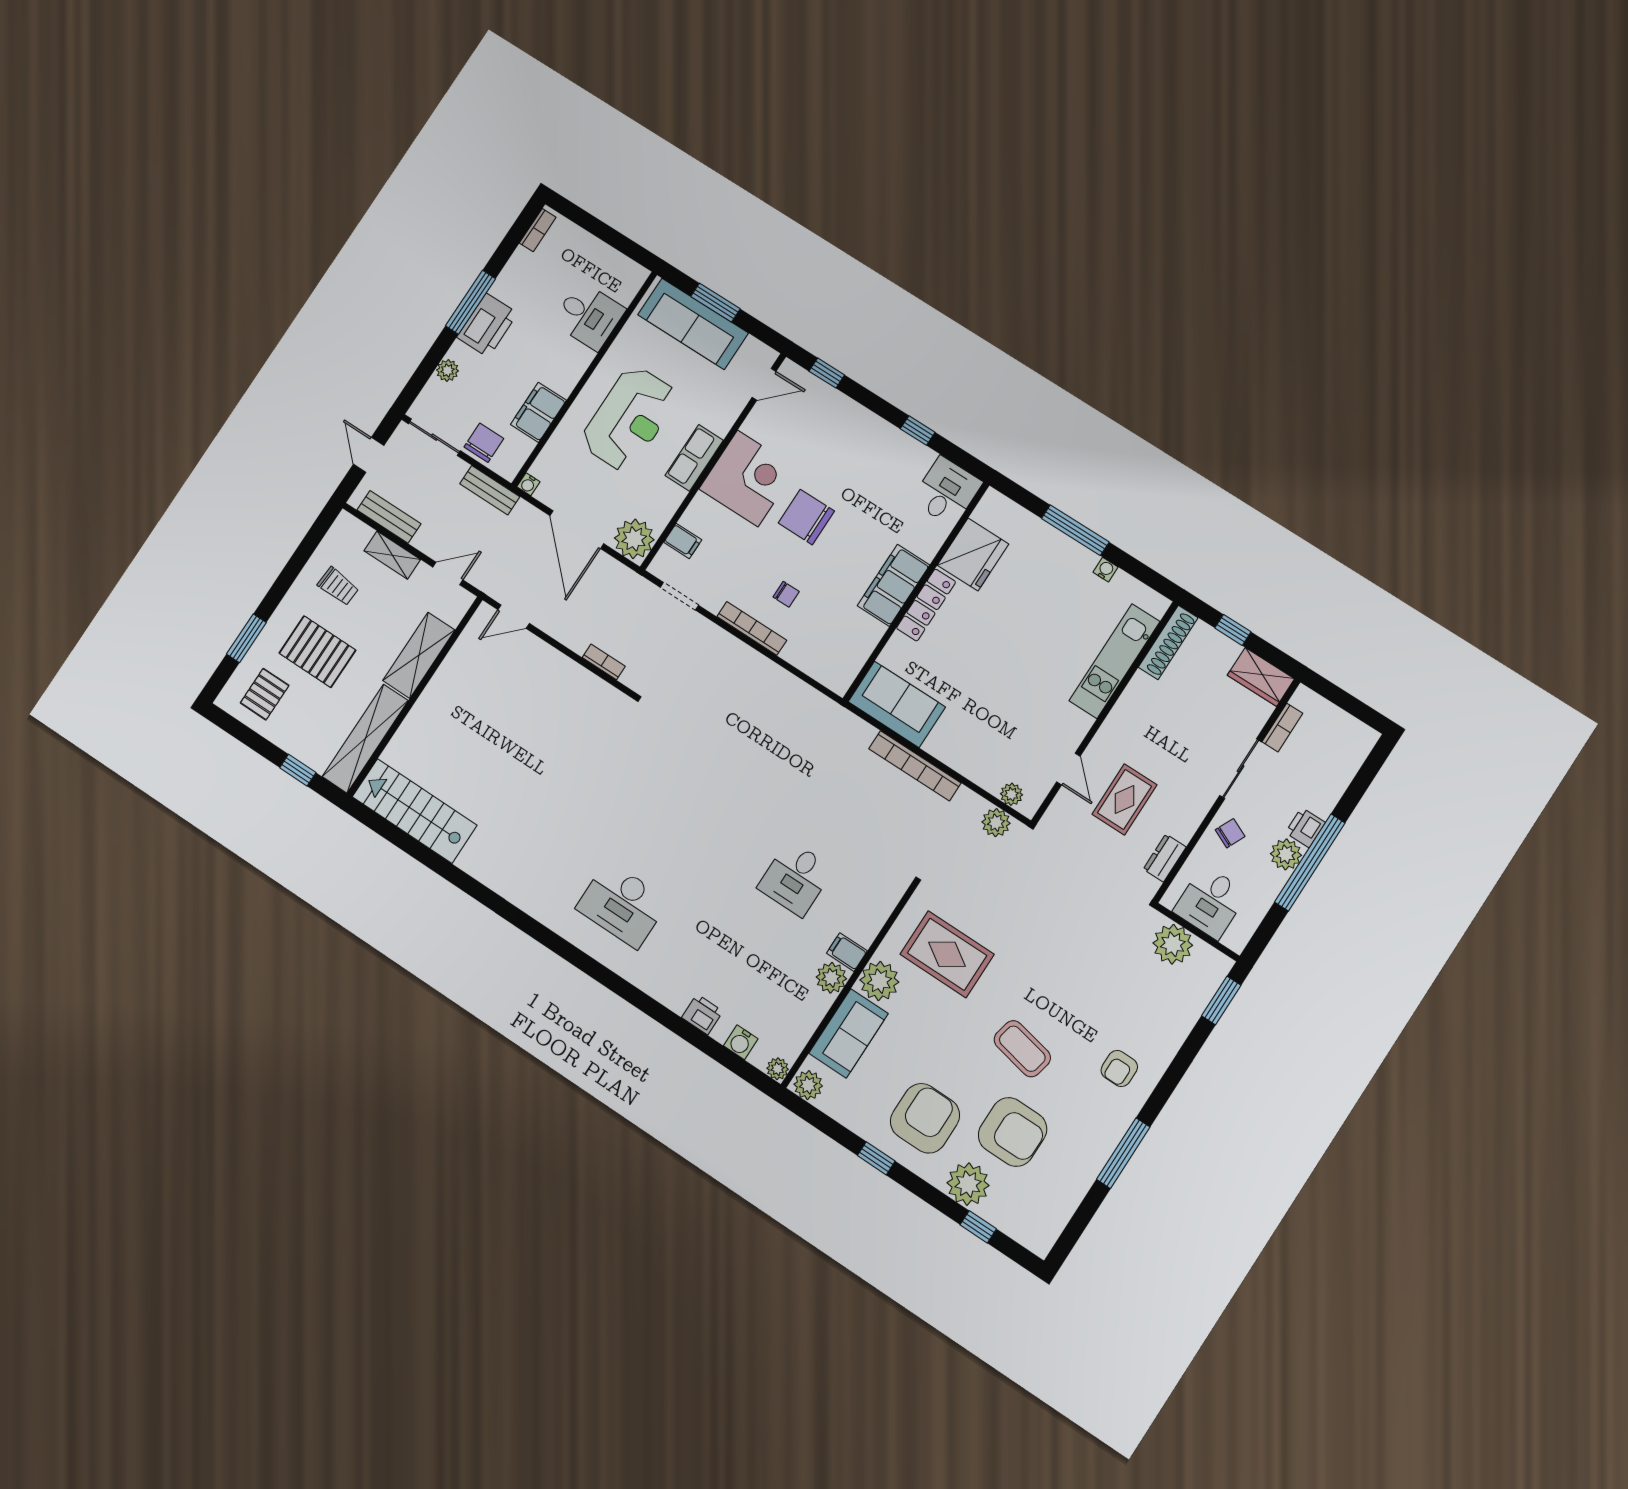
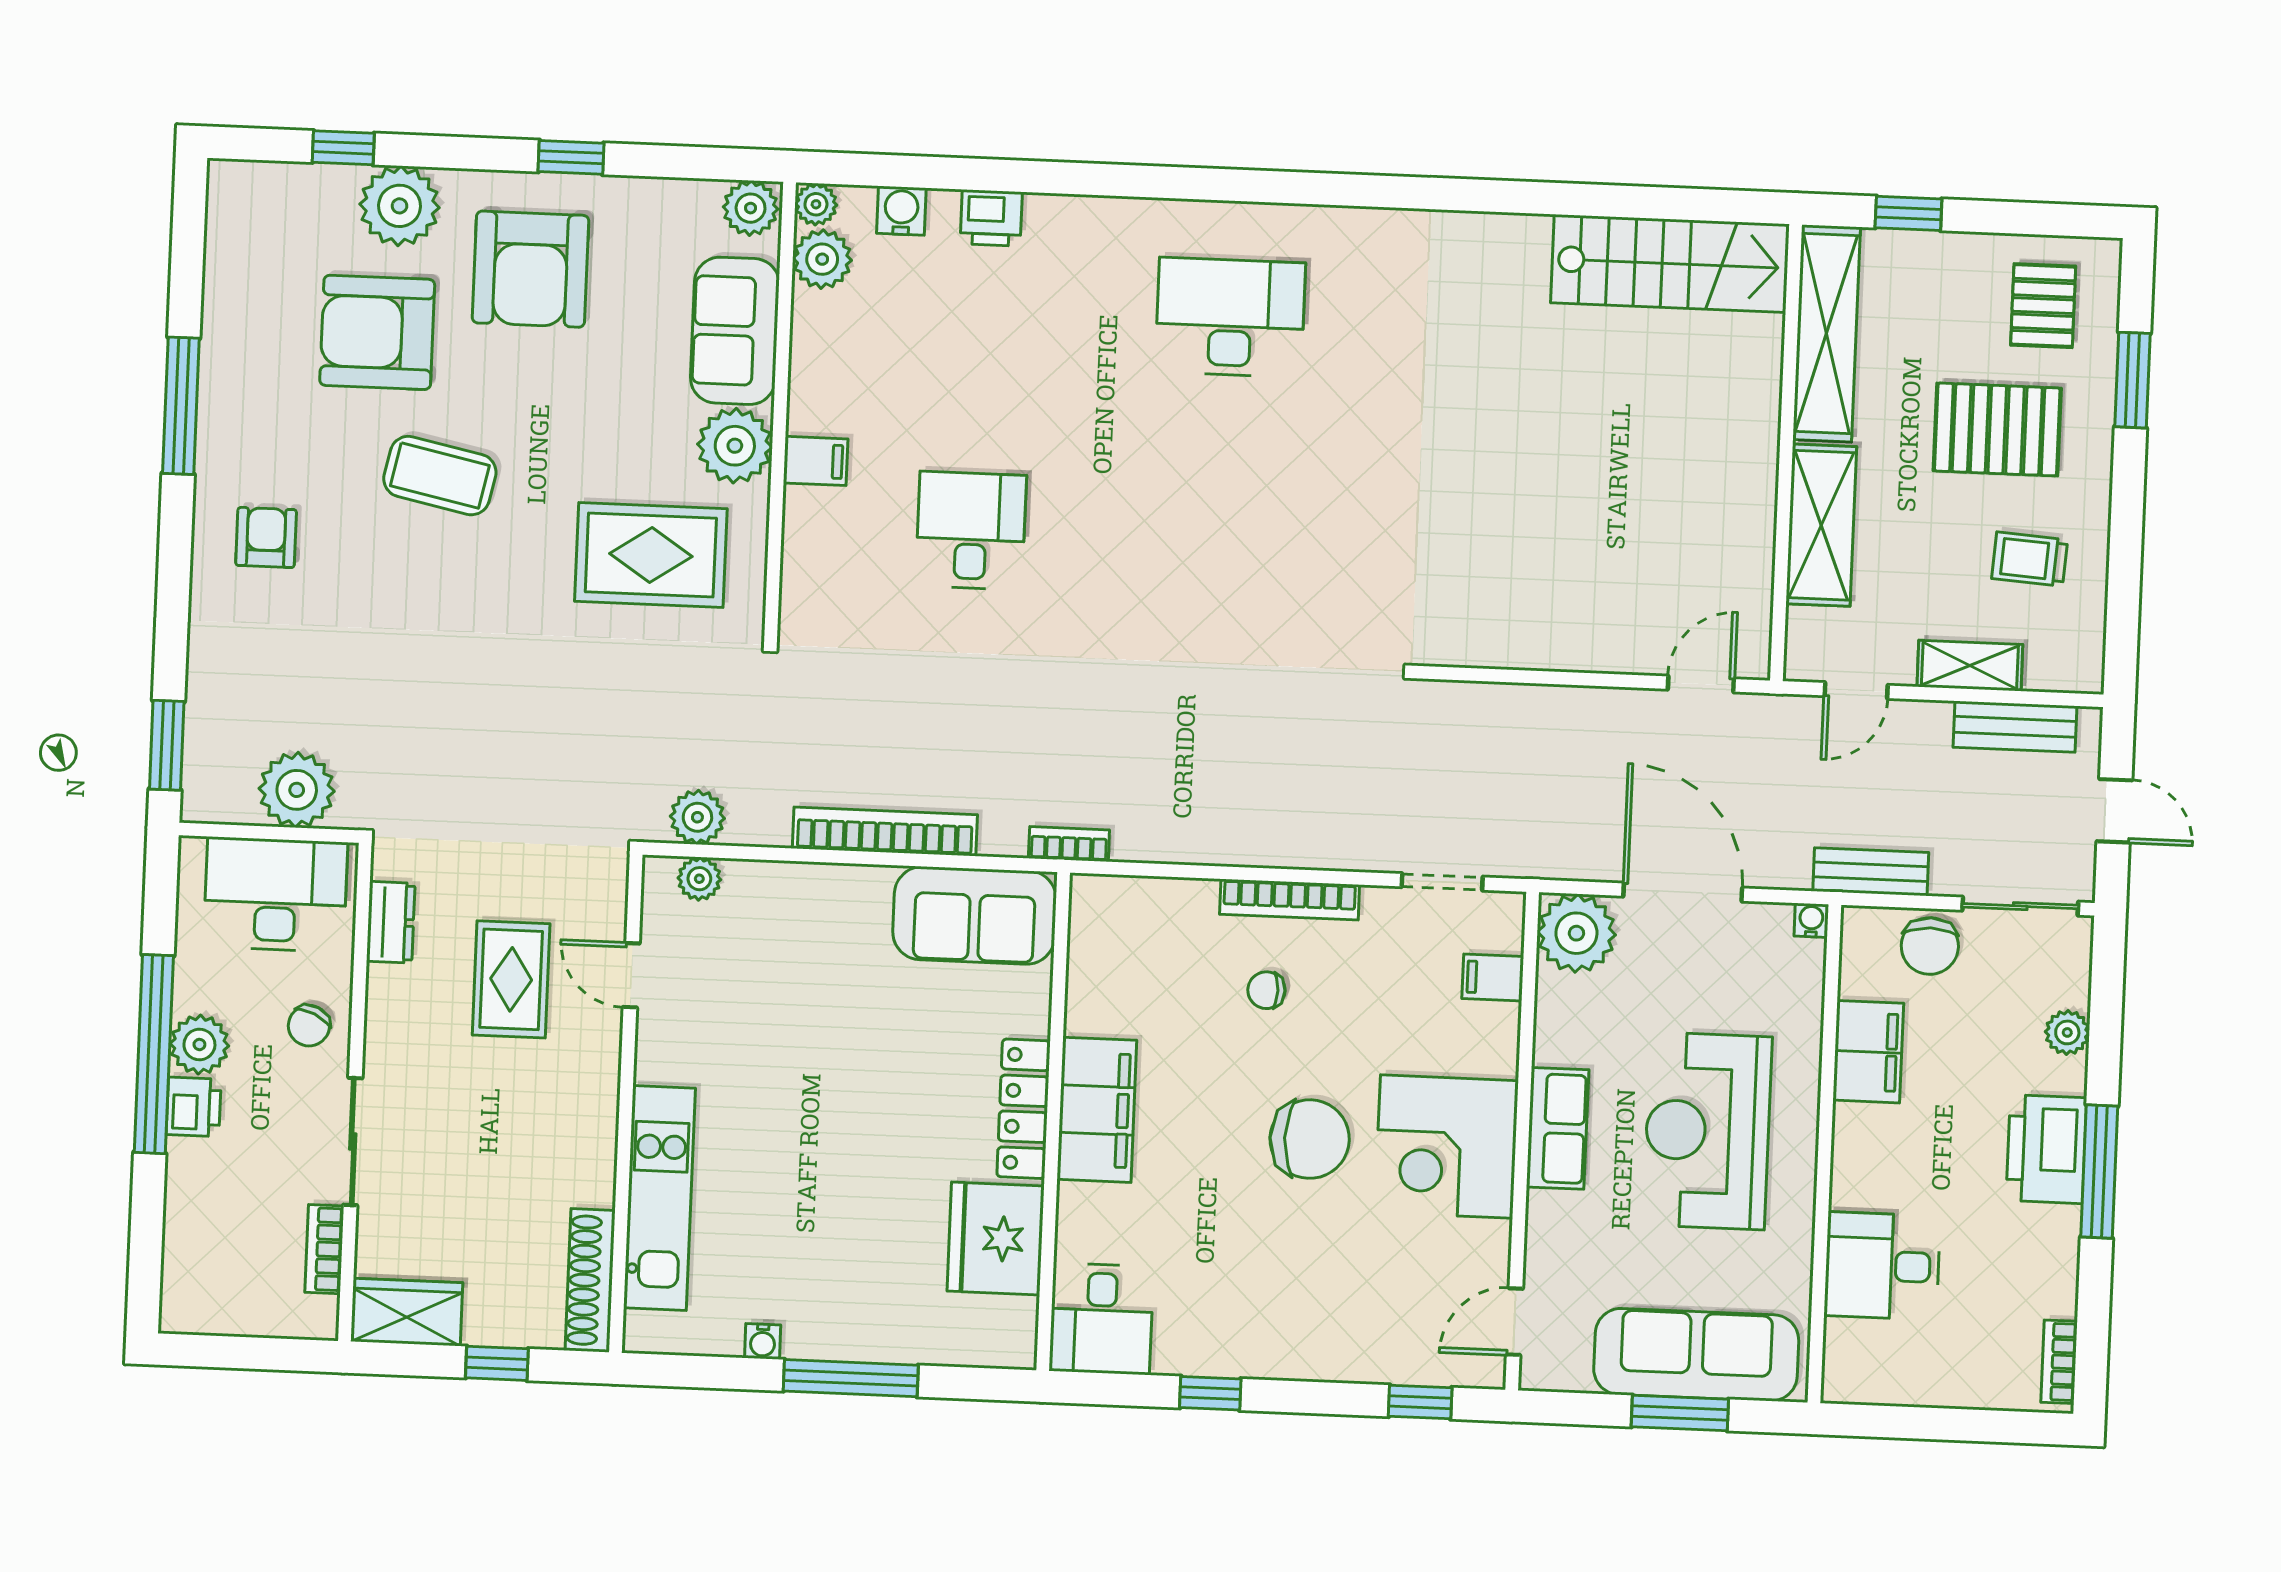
bookcase: (604, 662) -> (1069, 844), moved, turned 180
desk: (1211, 902) -> (276, 894), width x1.37
plant: (831, 978) -> (822, 259), moved

